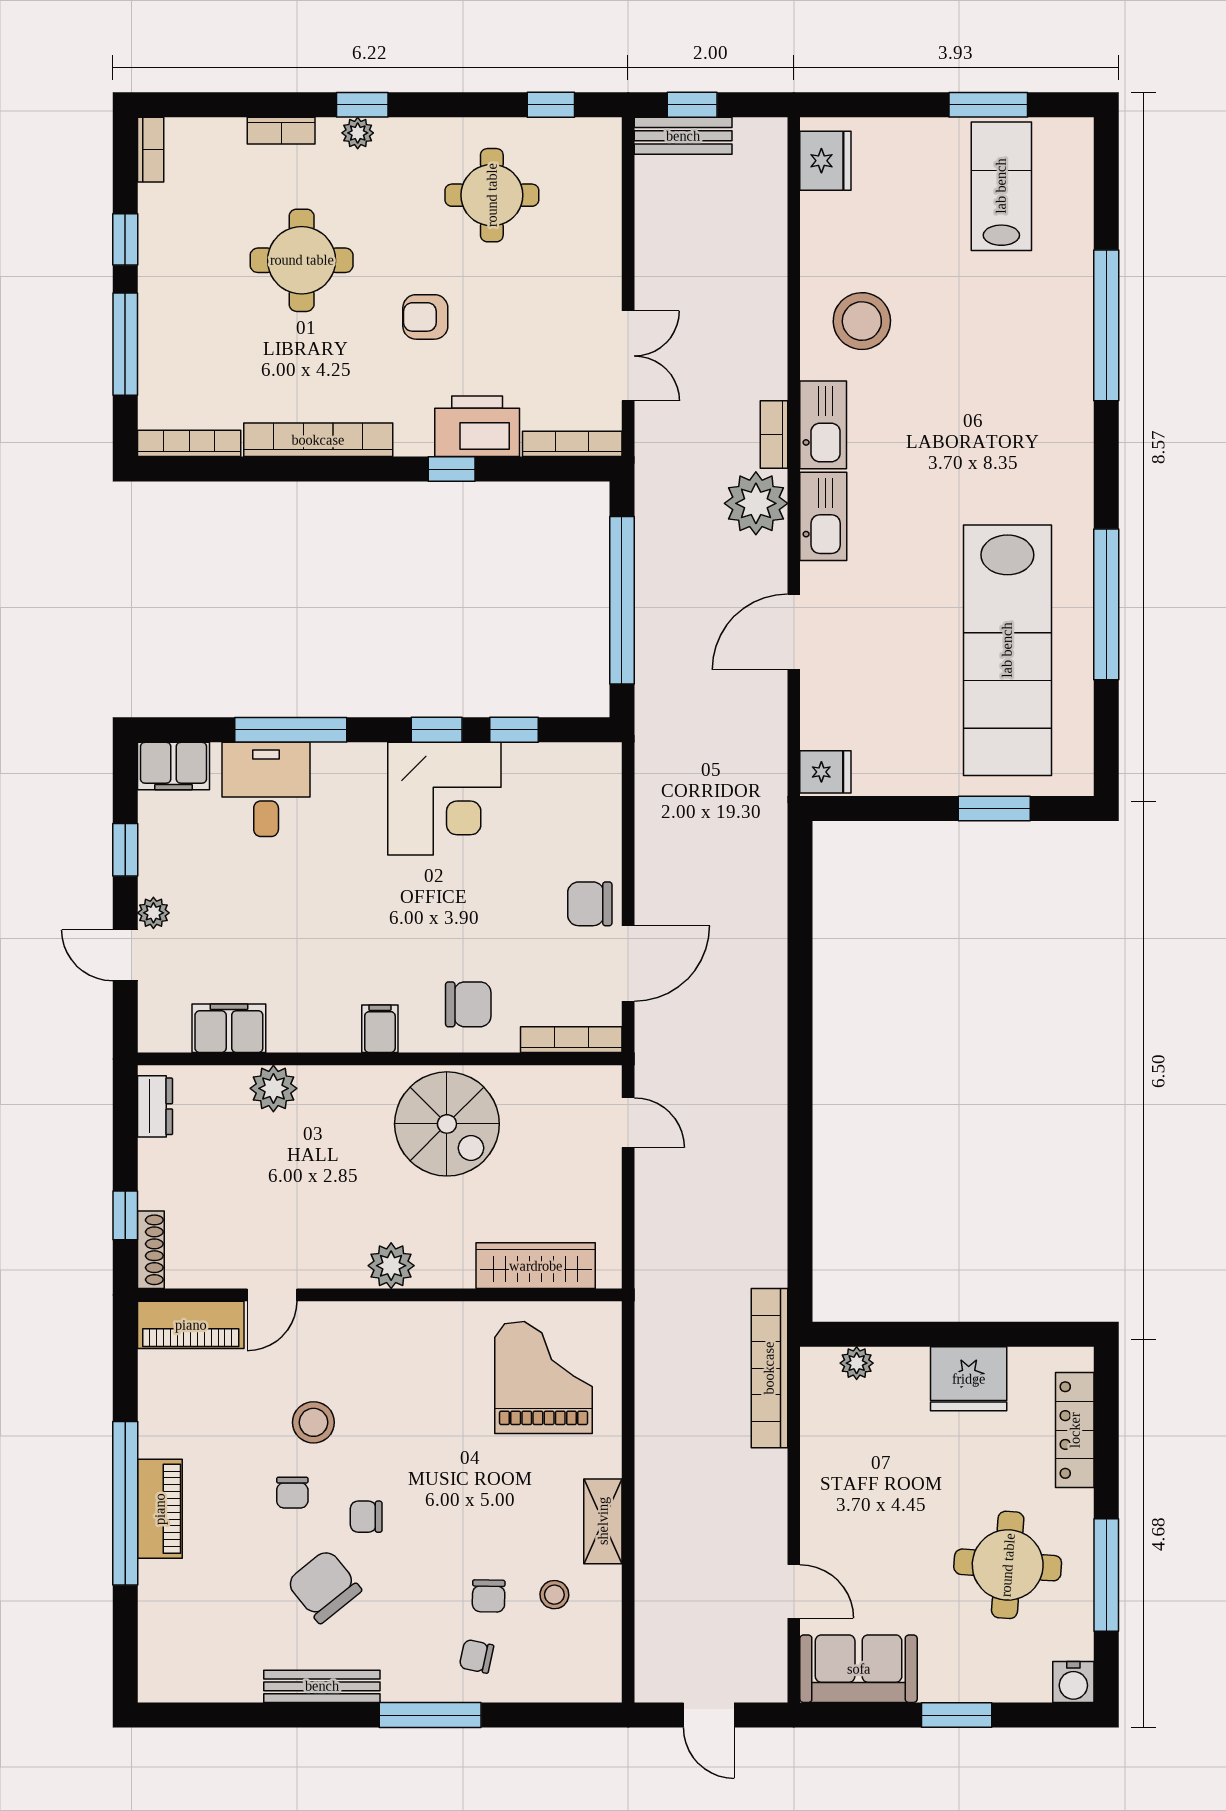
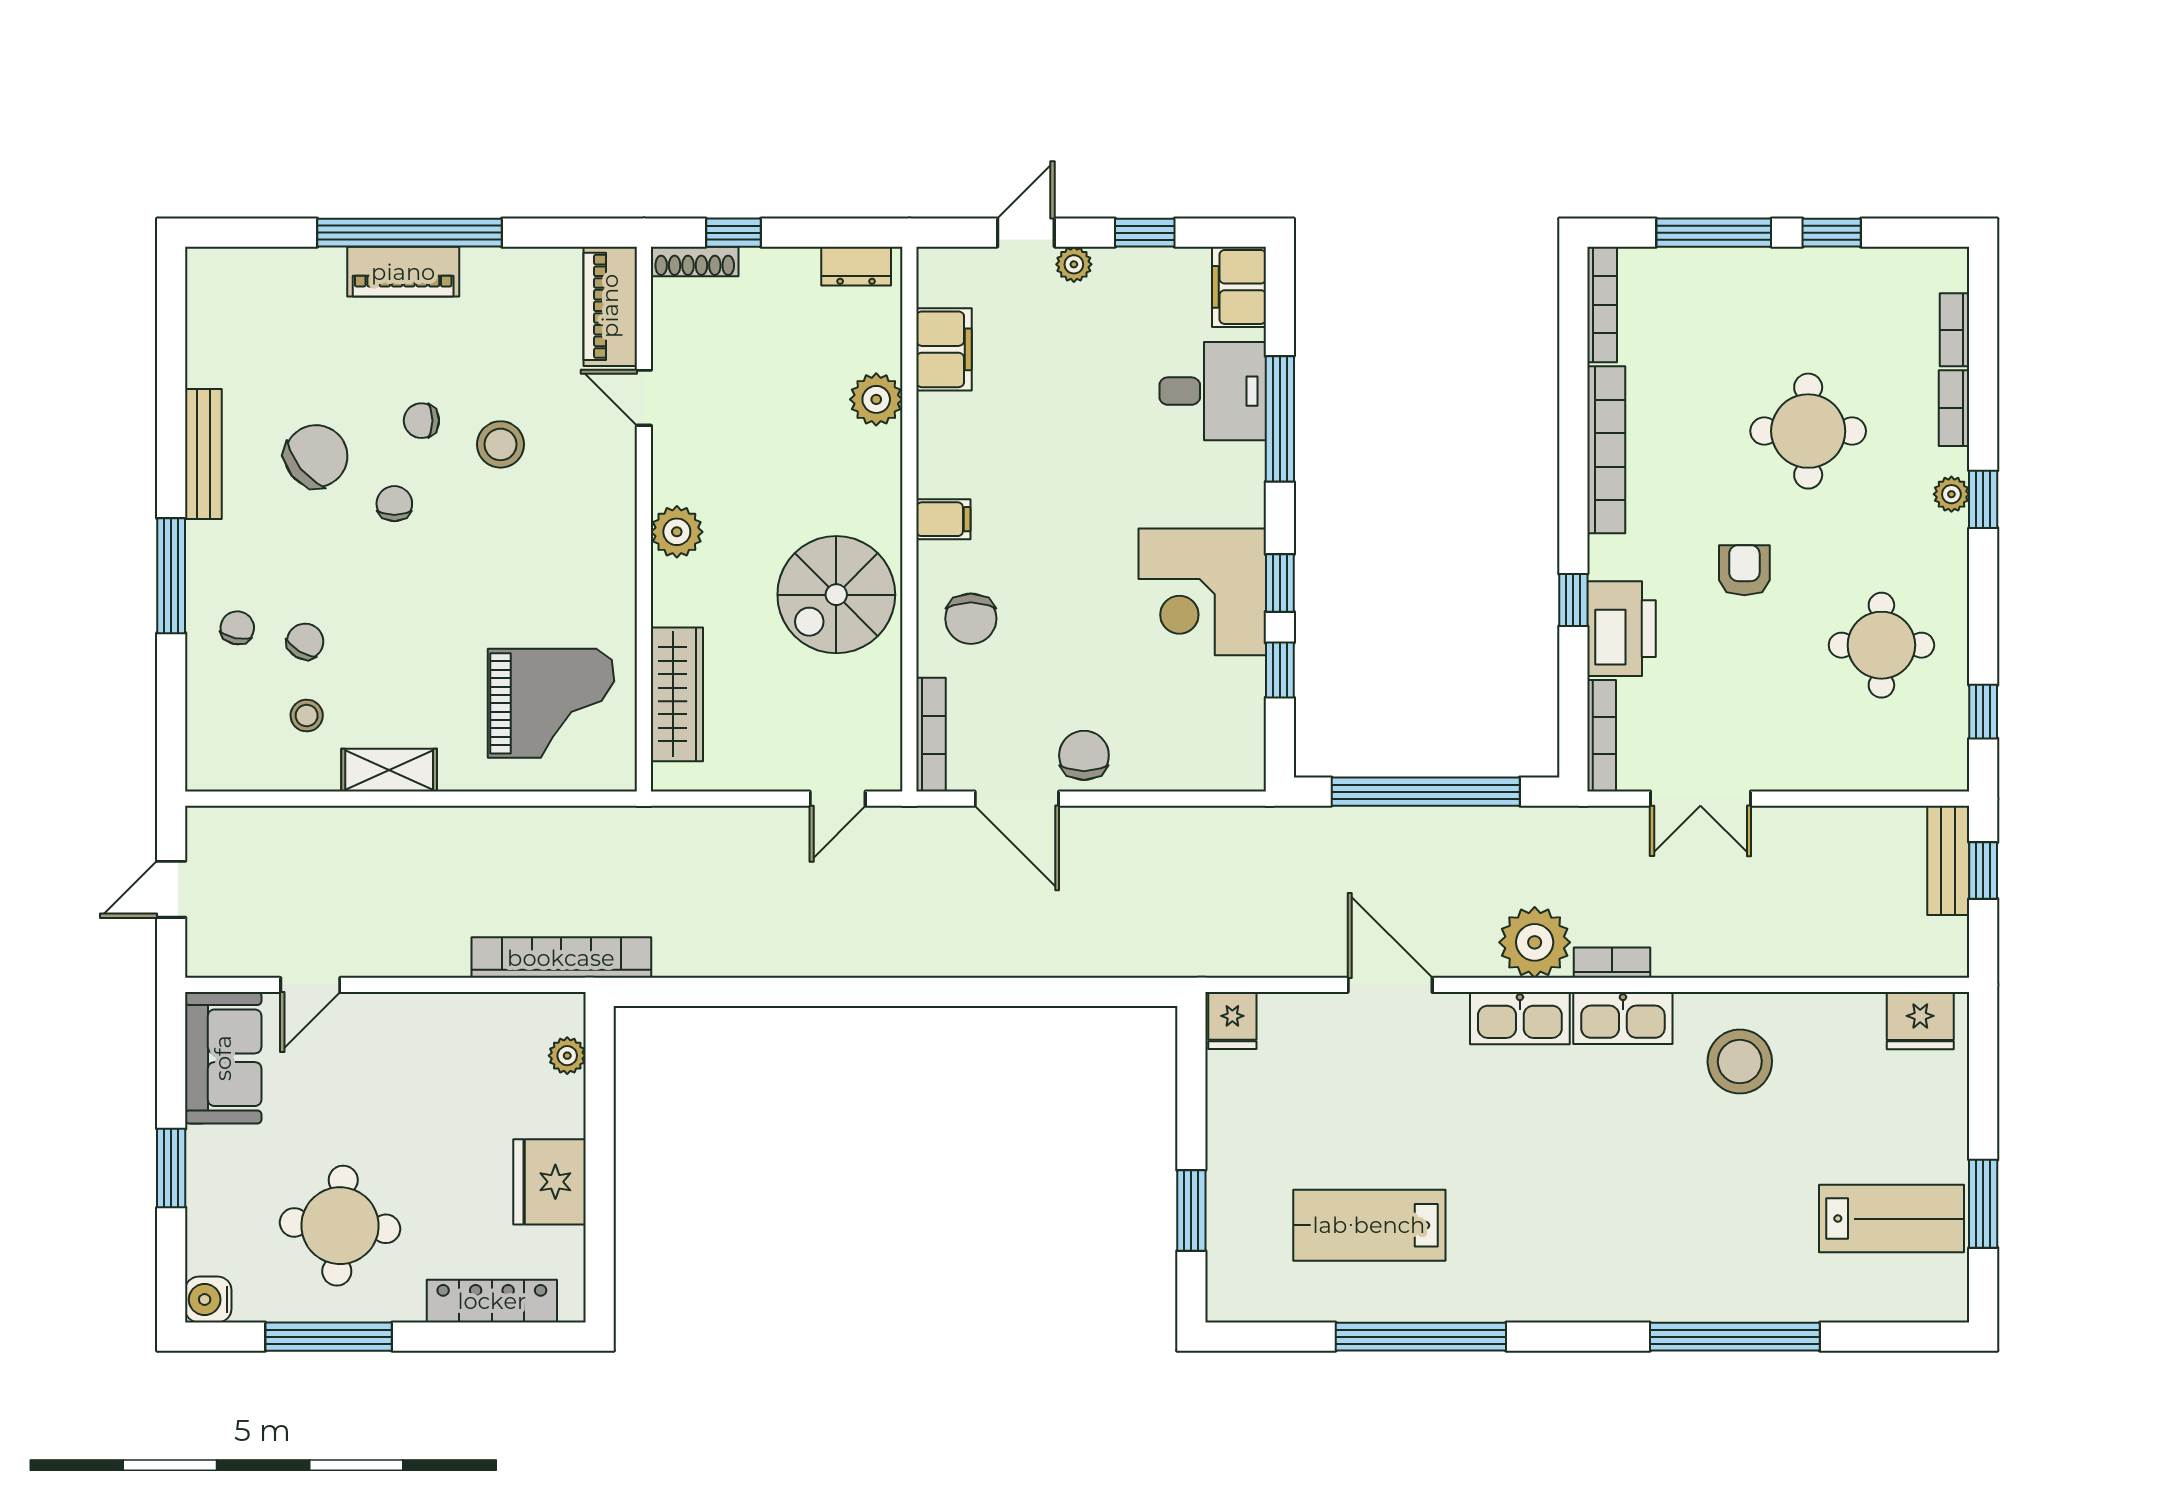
bookcase: (151, 150) -> (1955, 330), moved, turned 90
lab bench: (1007, 650) -> (1369, 1225), width x0.54, depth x0.72
chair: (489, 1596) -> (305, 642), turned 120

